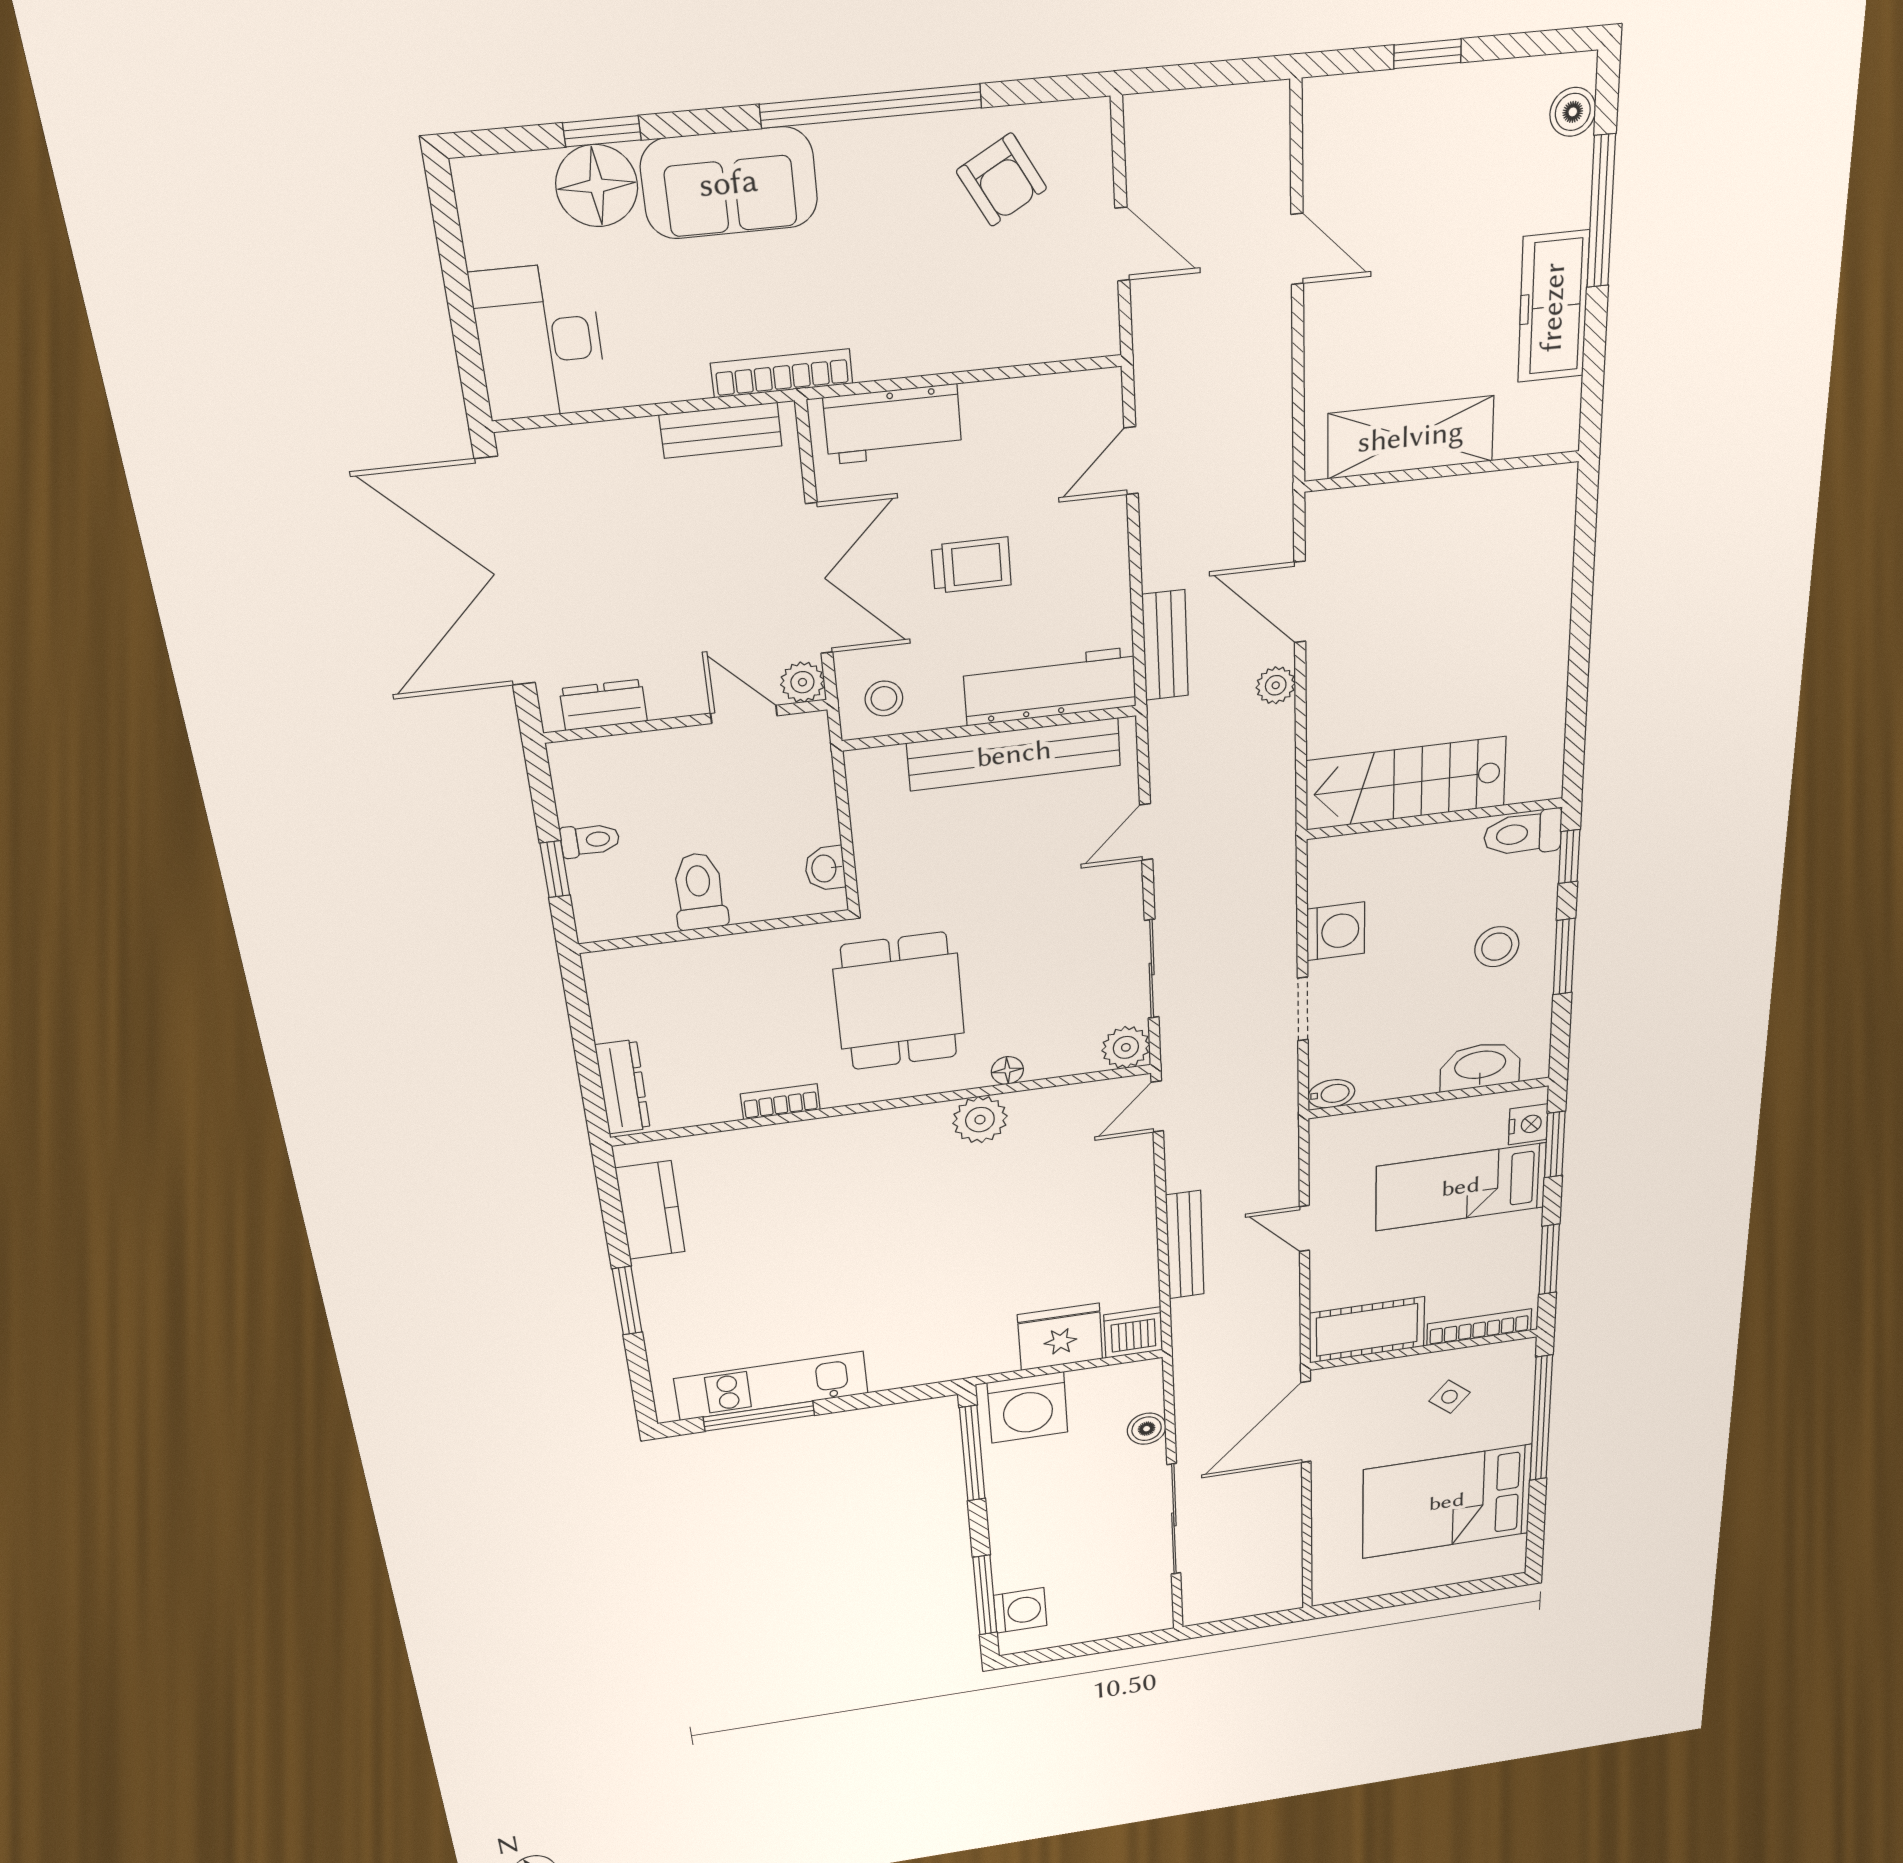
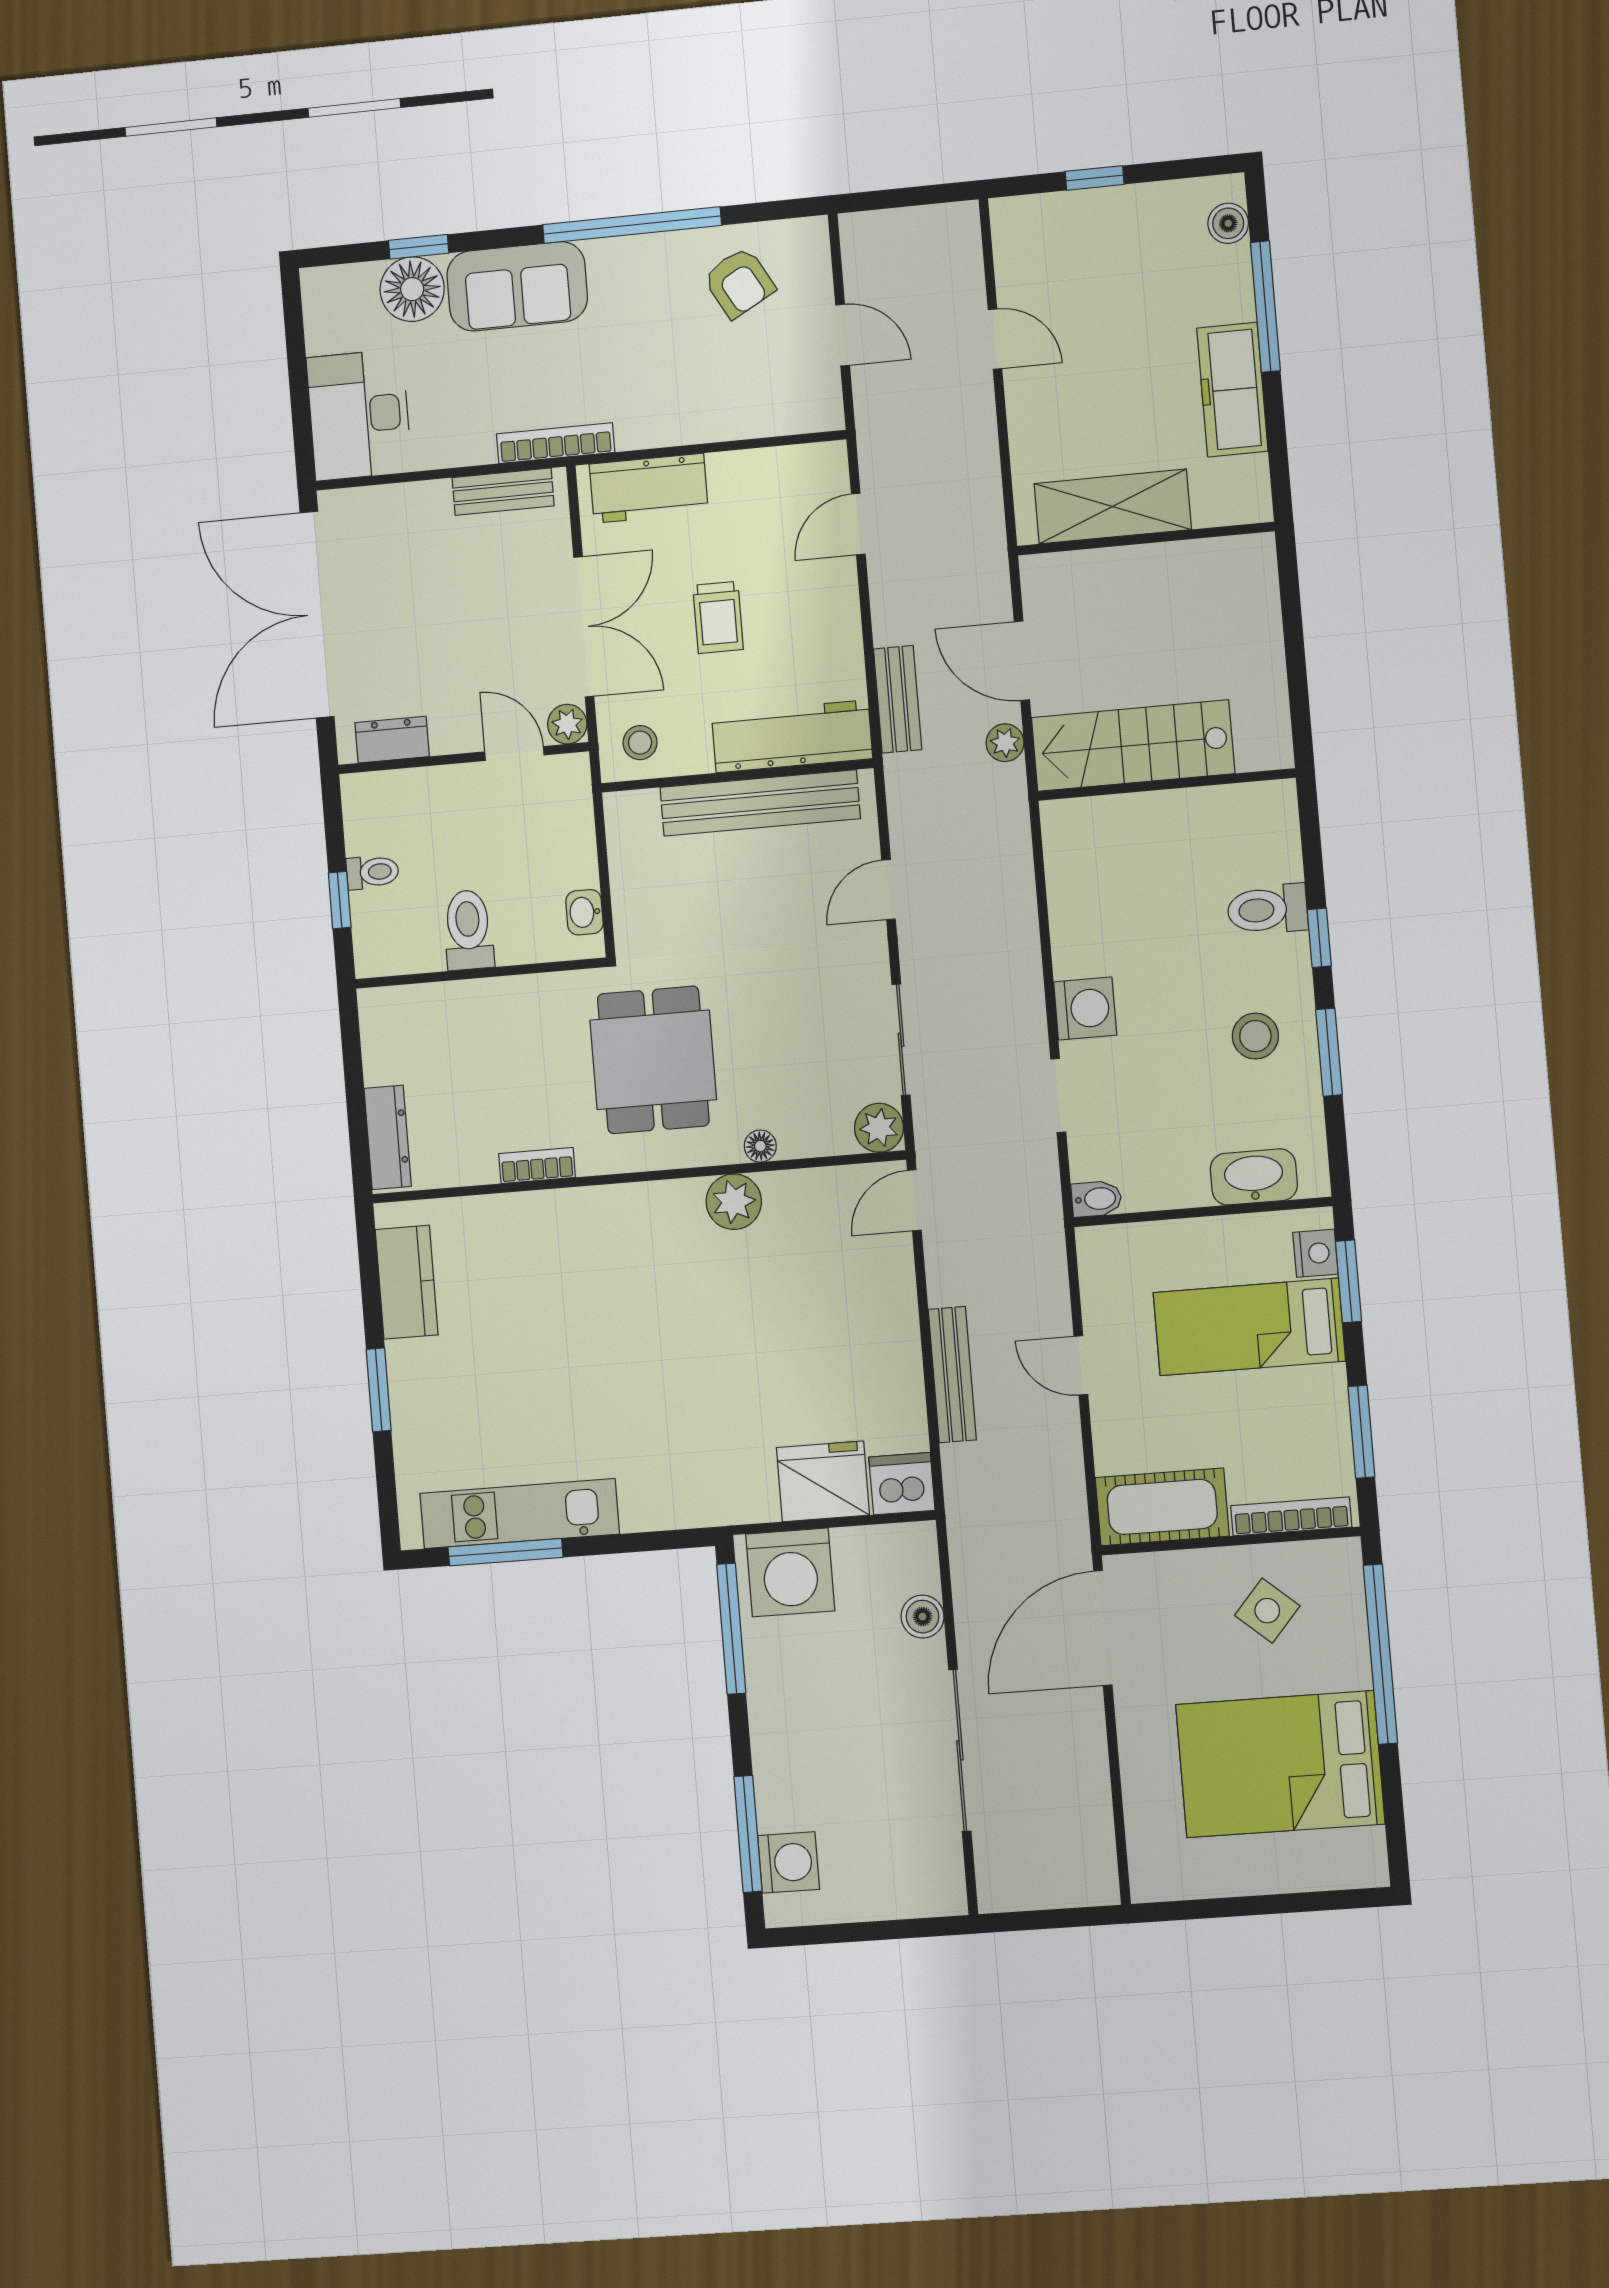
trolley: (971, 565) -> (718, 617), turned 90
stairs: (1406, 783) -> (1133, 746), moved
wall: (1435, 818) -> (1166, 785), moved
side table: (1450, 1397) -> (1267, 1611), width x1.37, depth x1.37

